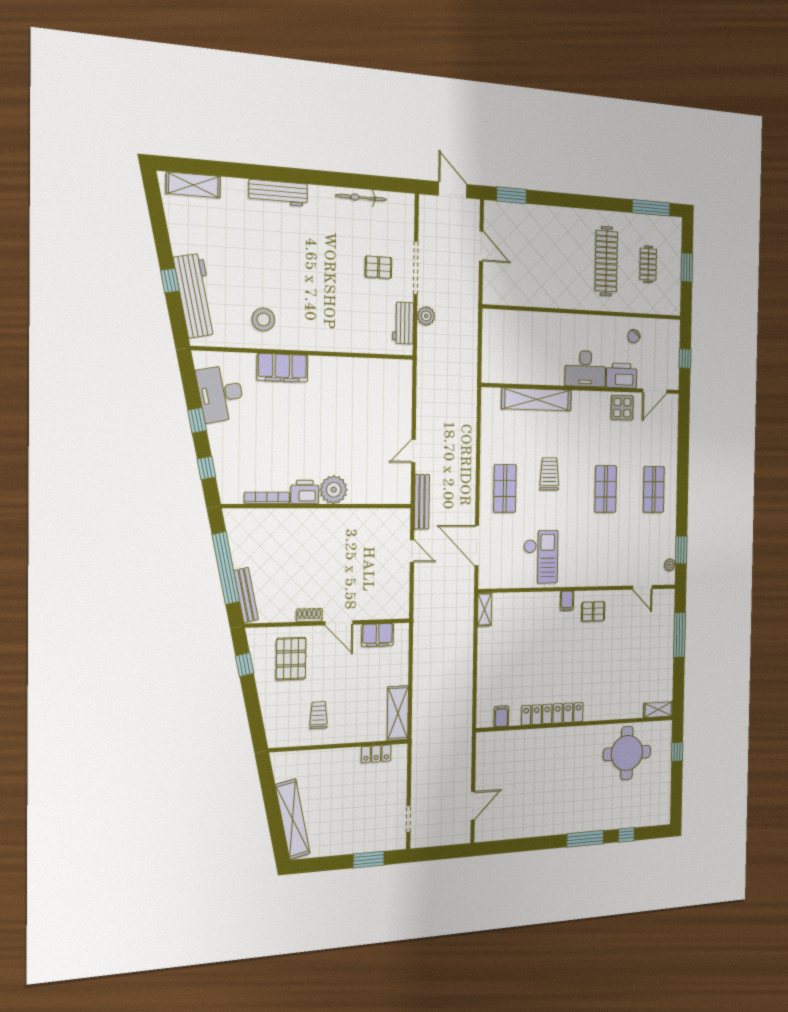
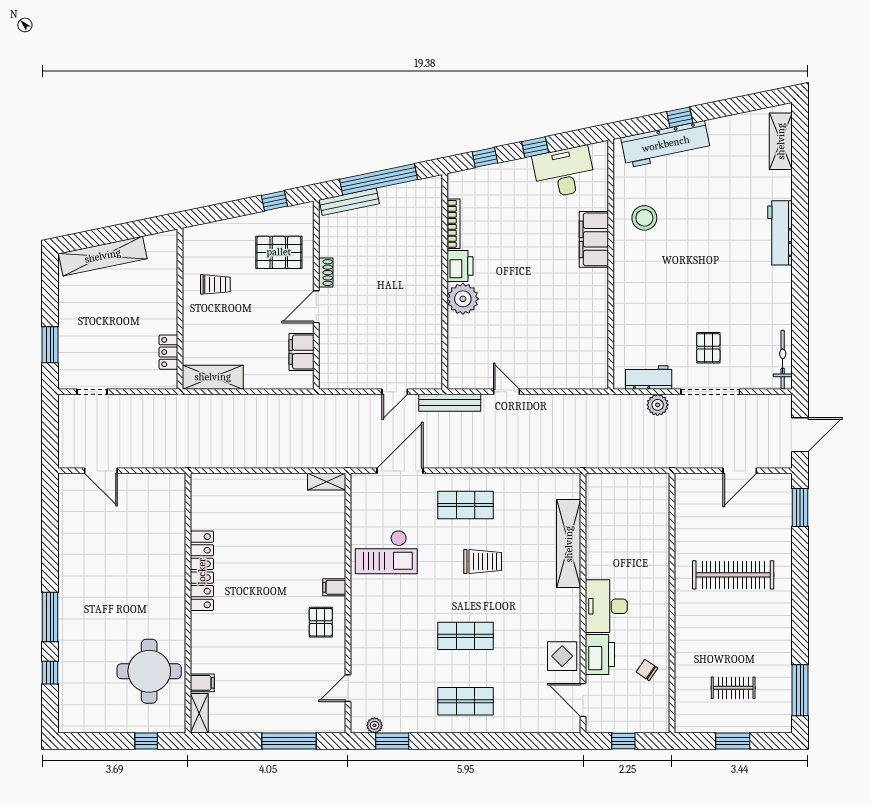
bicycle: (361, 197) -> (783, 360), moved
clothes rail: (606, 261) -> (733, 575), moved
filing cabinet: (501, 716) -> (202, 683), moved

